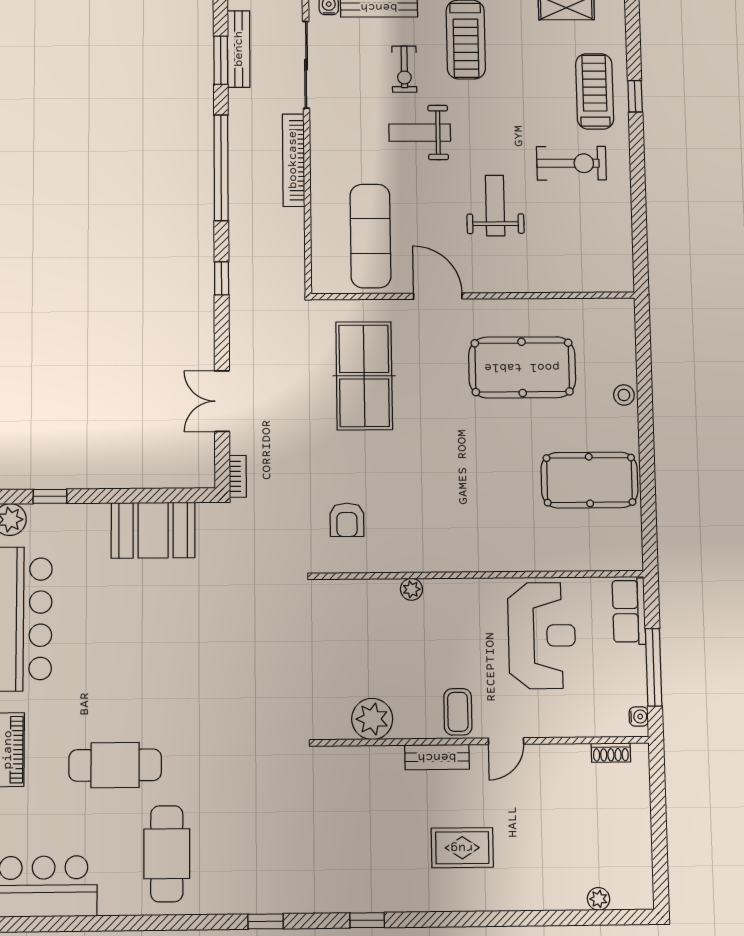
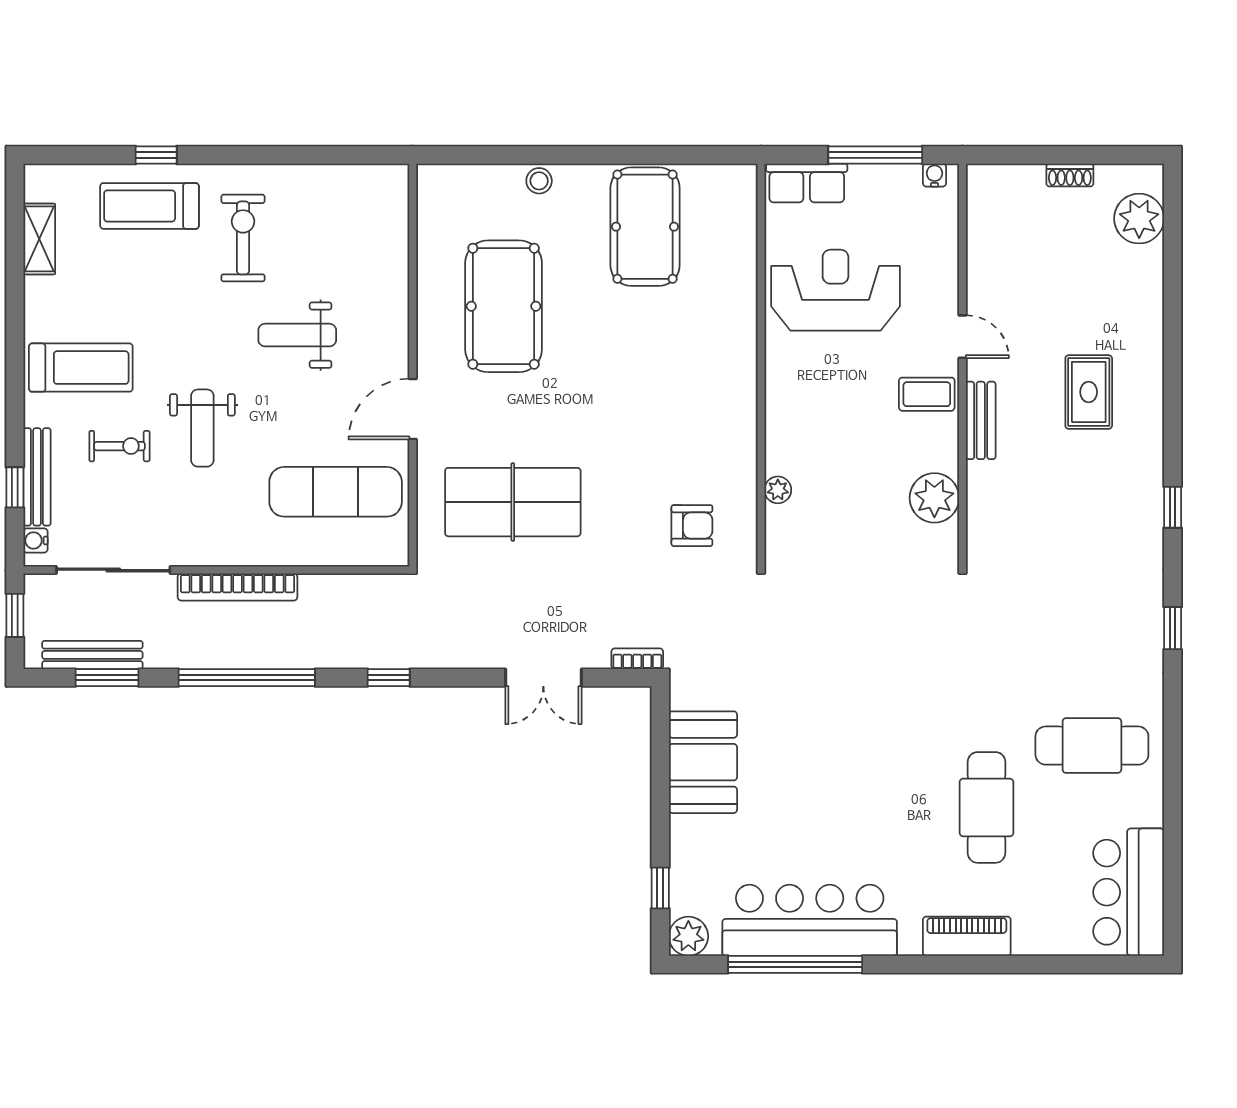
plant: (411, 589) -> (778, 490), moved
shoe rack: (611, 753) -> (1070, 175), moved, turned 90
plant: (599, 899) -> (1139, 219), width x1.88, depth x1.88

